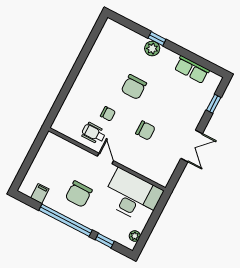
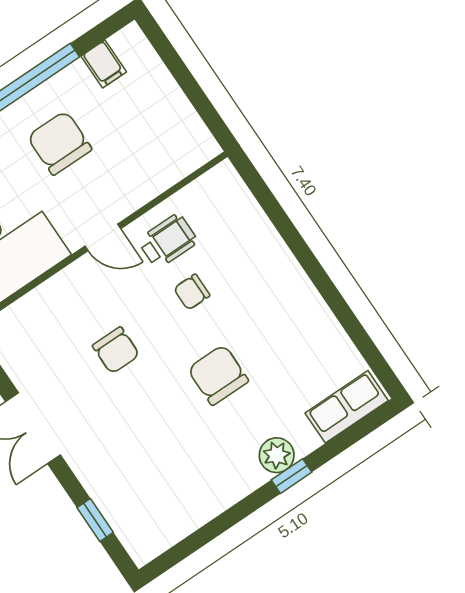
row of seats: (192, 70) -> (347, 407), moved
chair: (145, 130) -> (116, 350), turned -90

